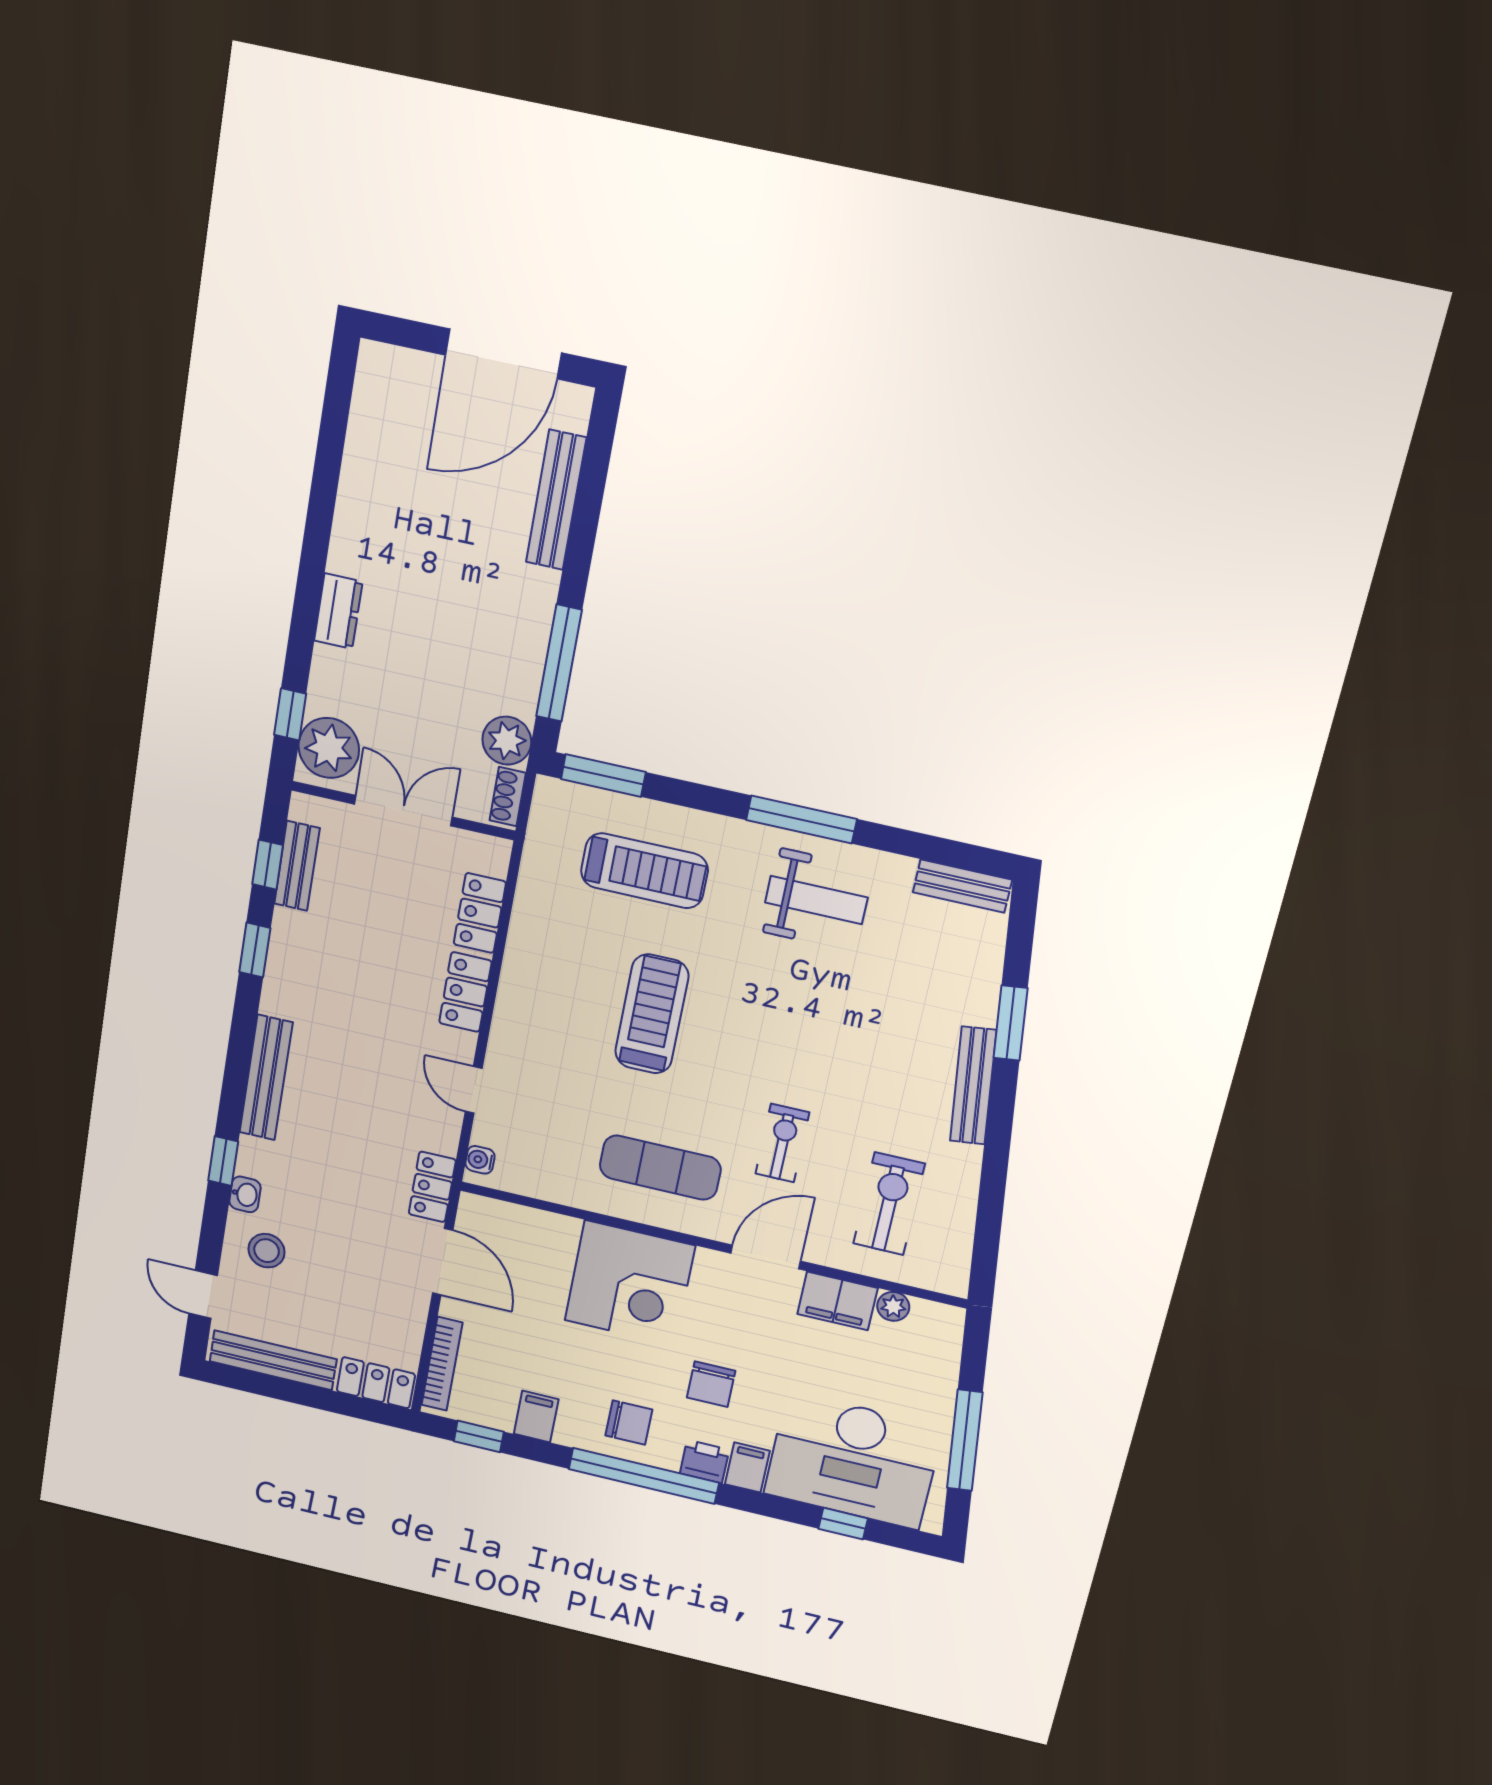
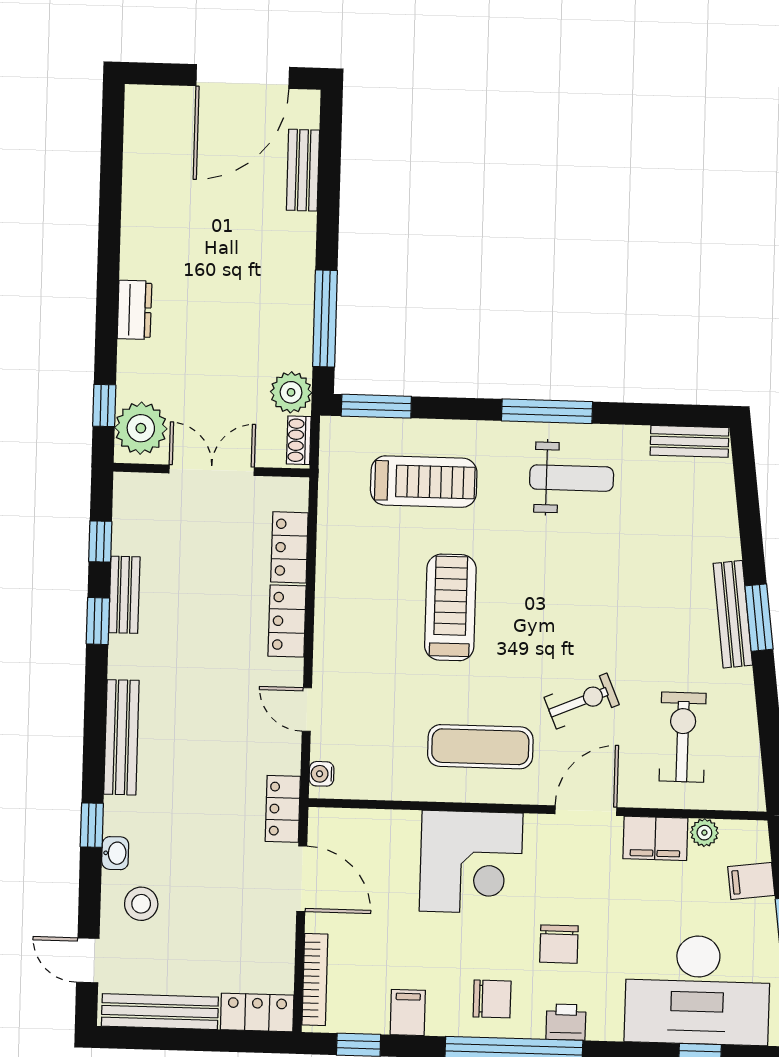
bench: (556, 500) -> (303, 170), width x0.73
bench: (297, 866) -> (124, 595), moved
window: (1011, 1023) -> (759, 618), moved
exercise bike: (782, 1143) -> (582, 701), turned 67
filing cabinet: (747, 1467) -> (751, 881), moved, turned -97

